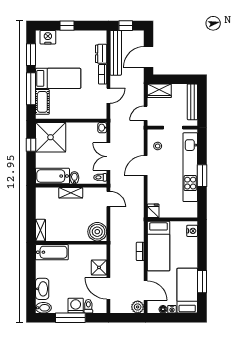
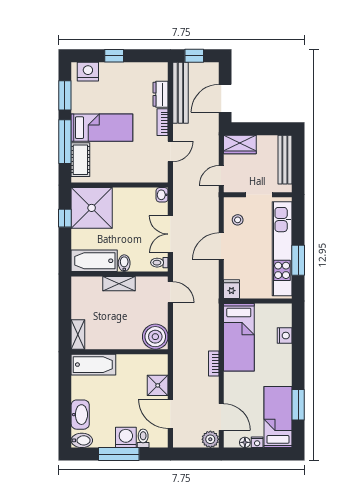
fridge: (153, 211) -> (231, 289), moved
wall: (172, 219) -> (258, 301), moved
bed: (159, 246) -> (239, 337), moved

